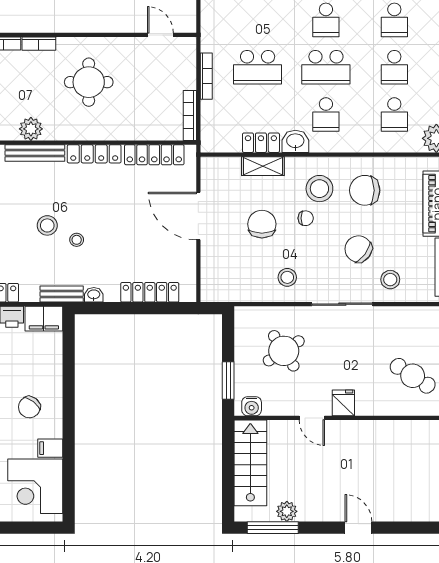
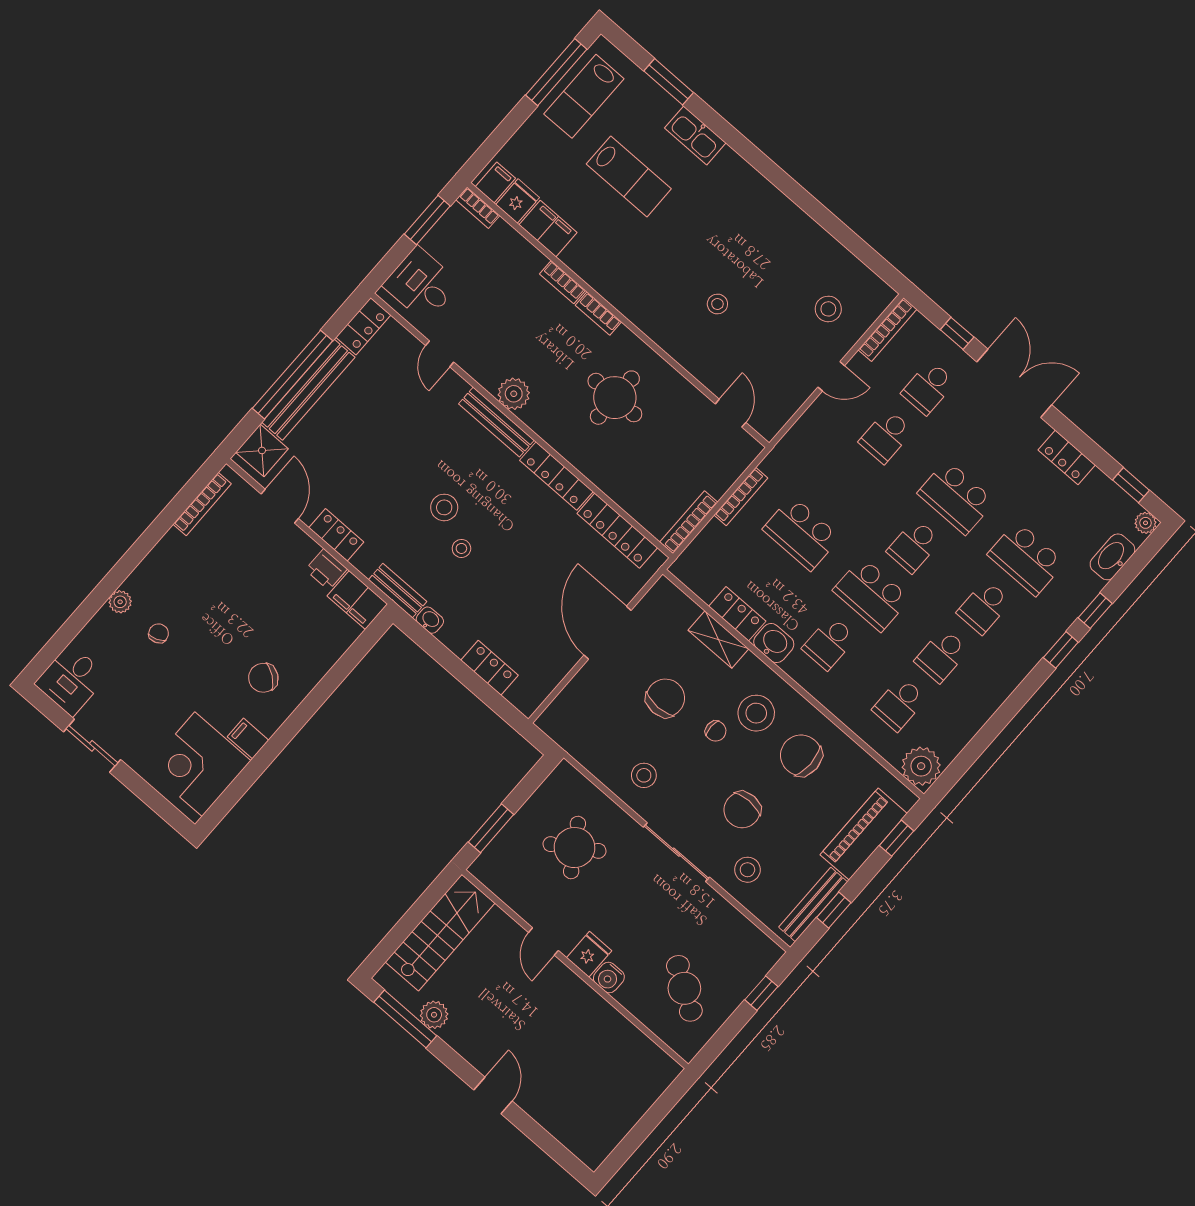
chair: (358, 249) -> (742, 810), turned -127
locker: (150, 292) -> (490, 668), width x0.66
water cooler: (252, 406) -> (609, 977), moved

